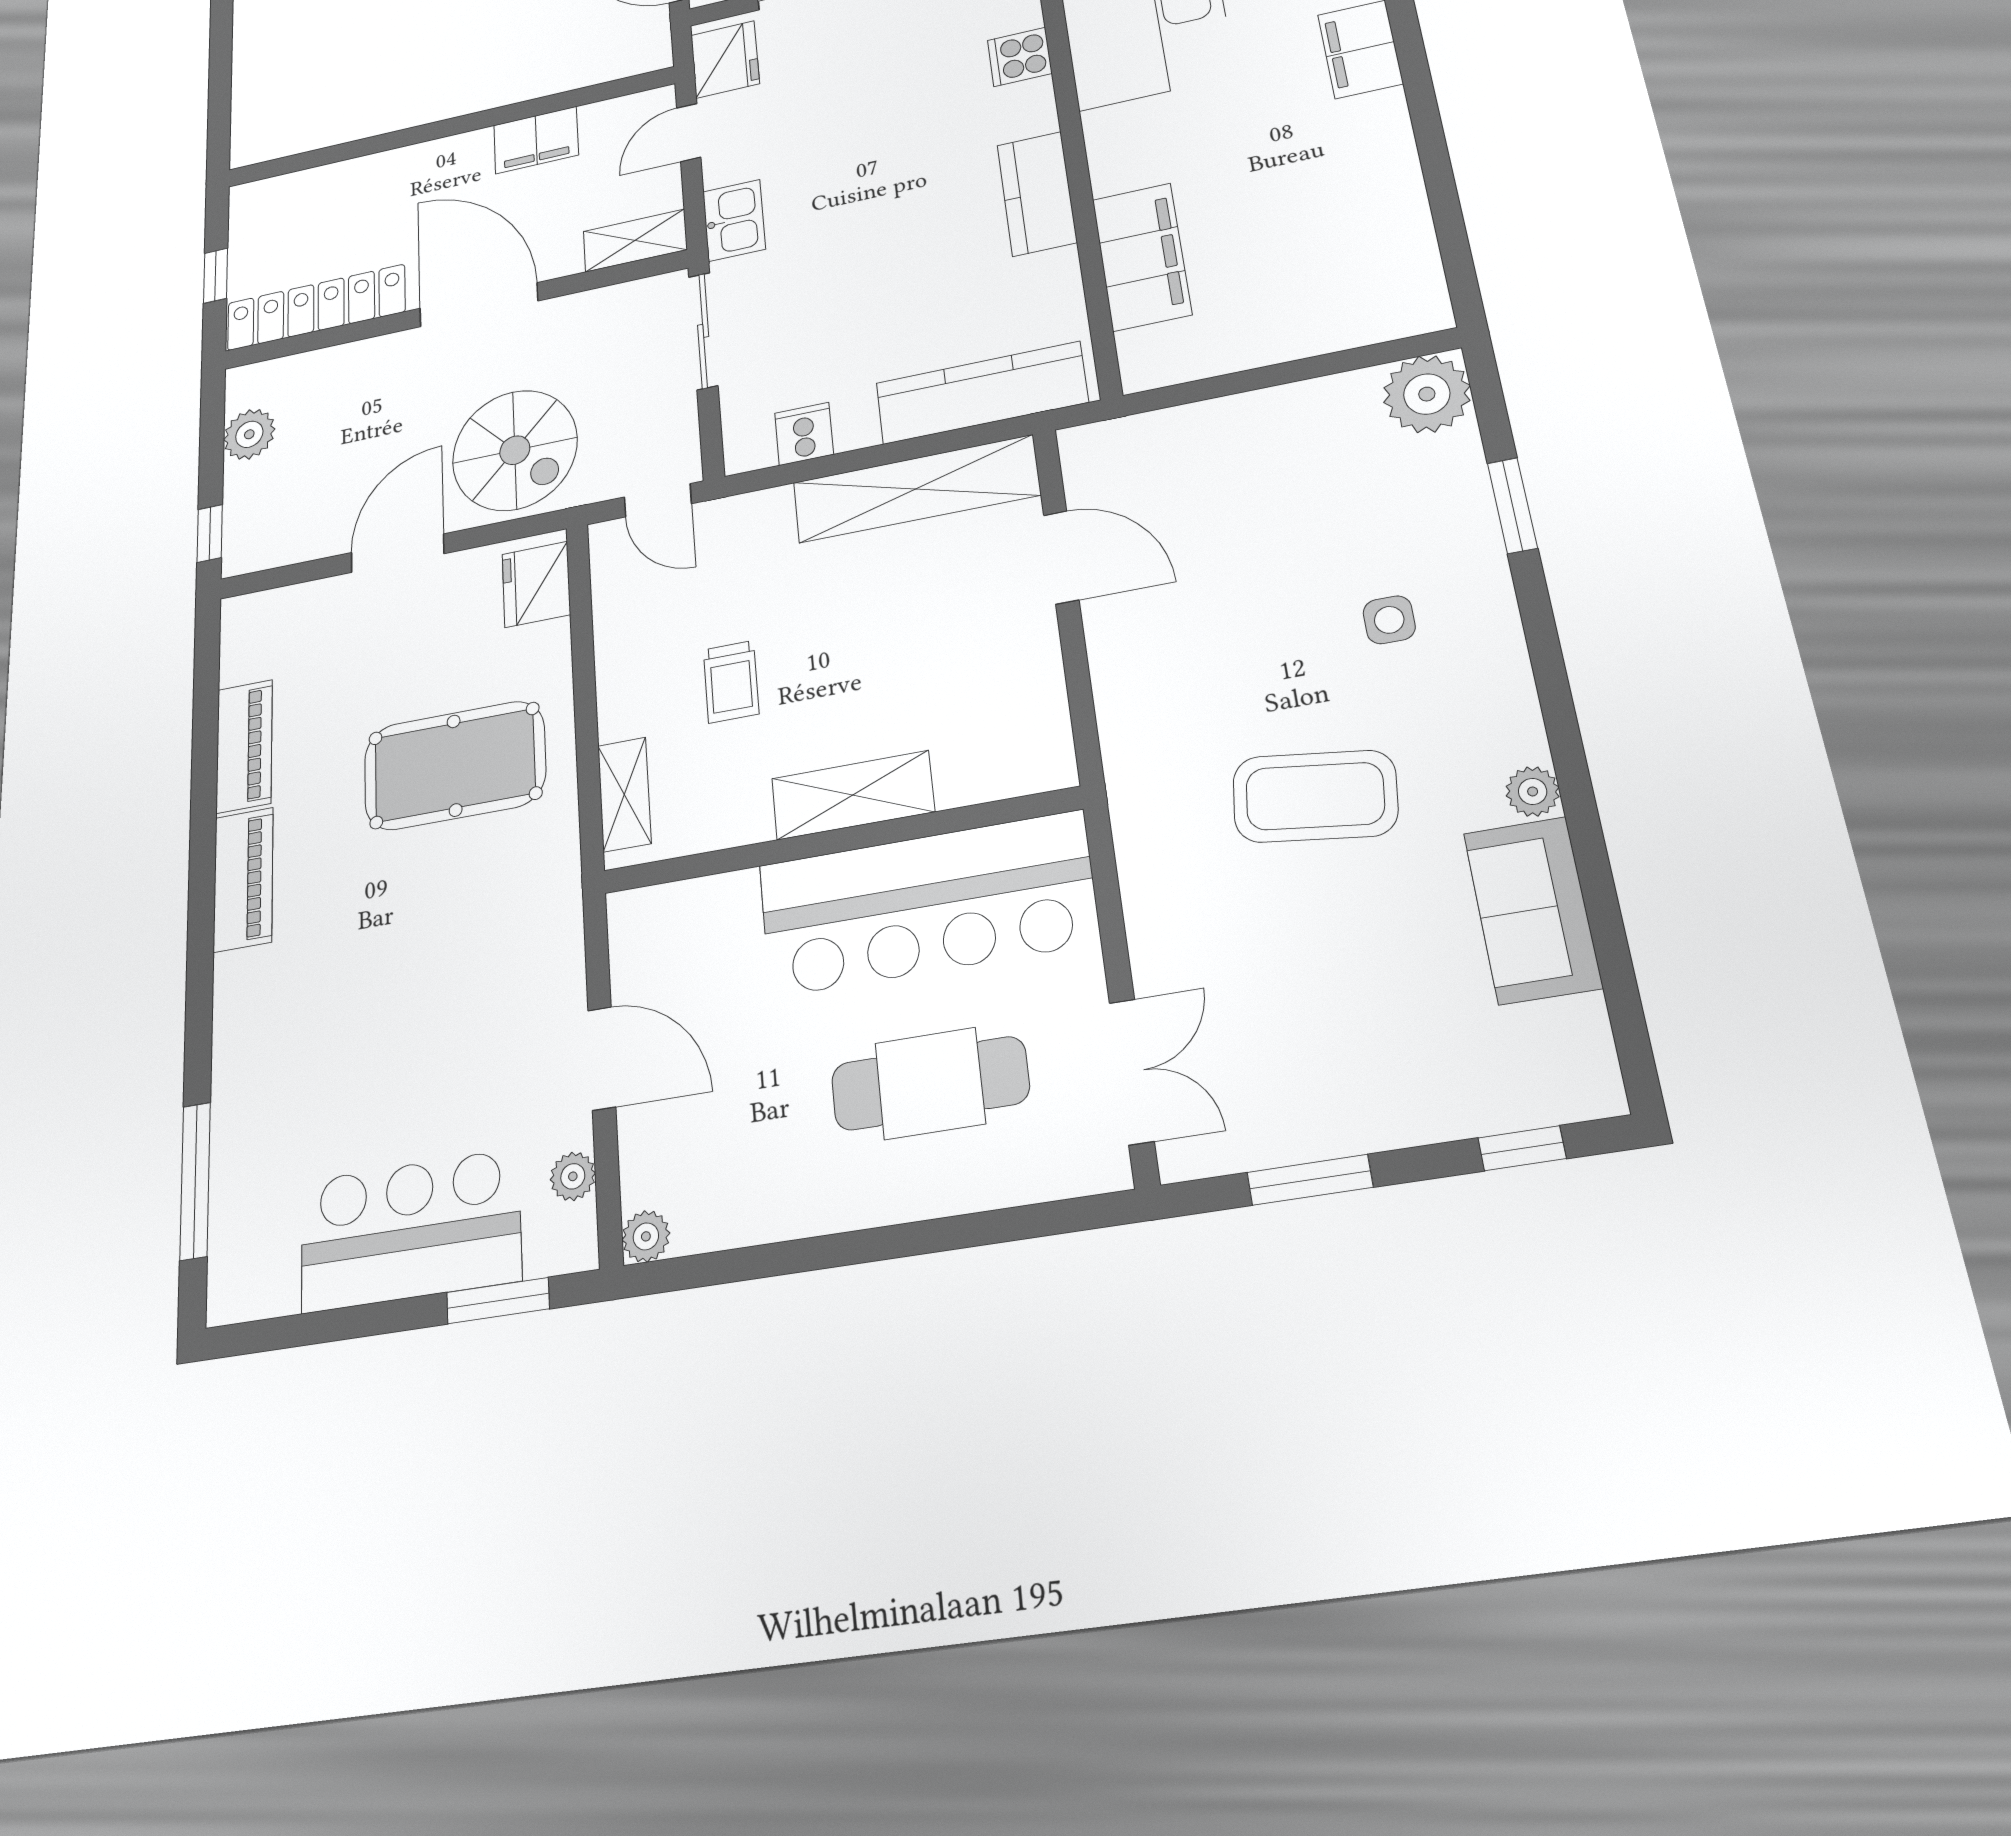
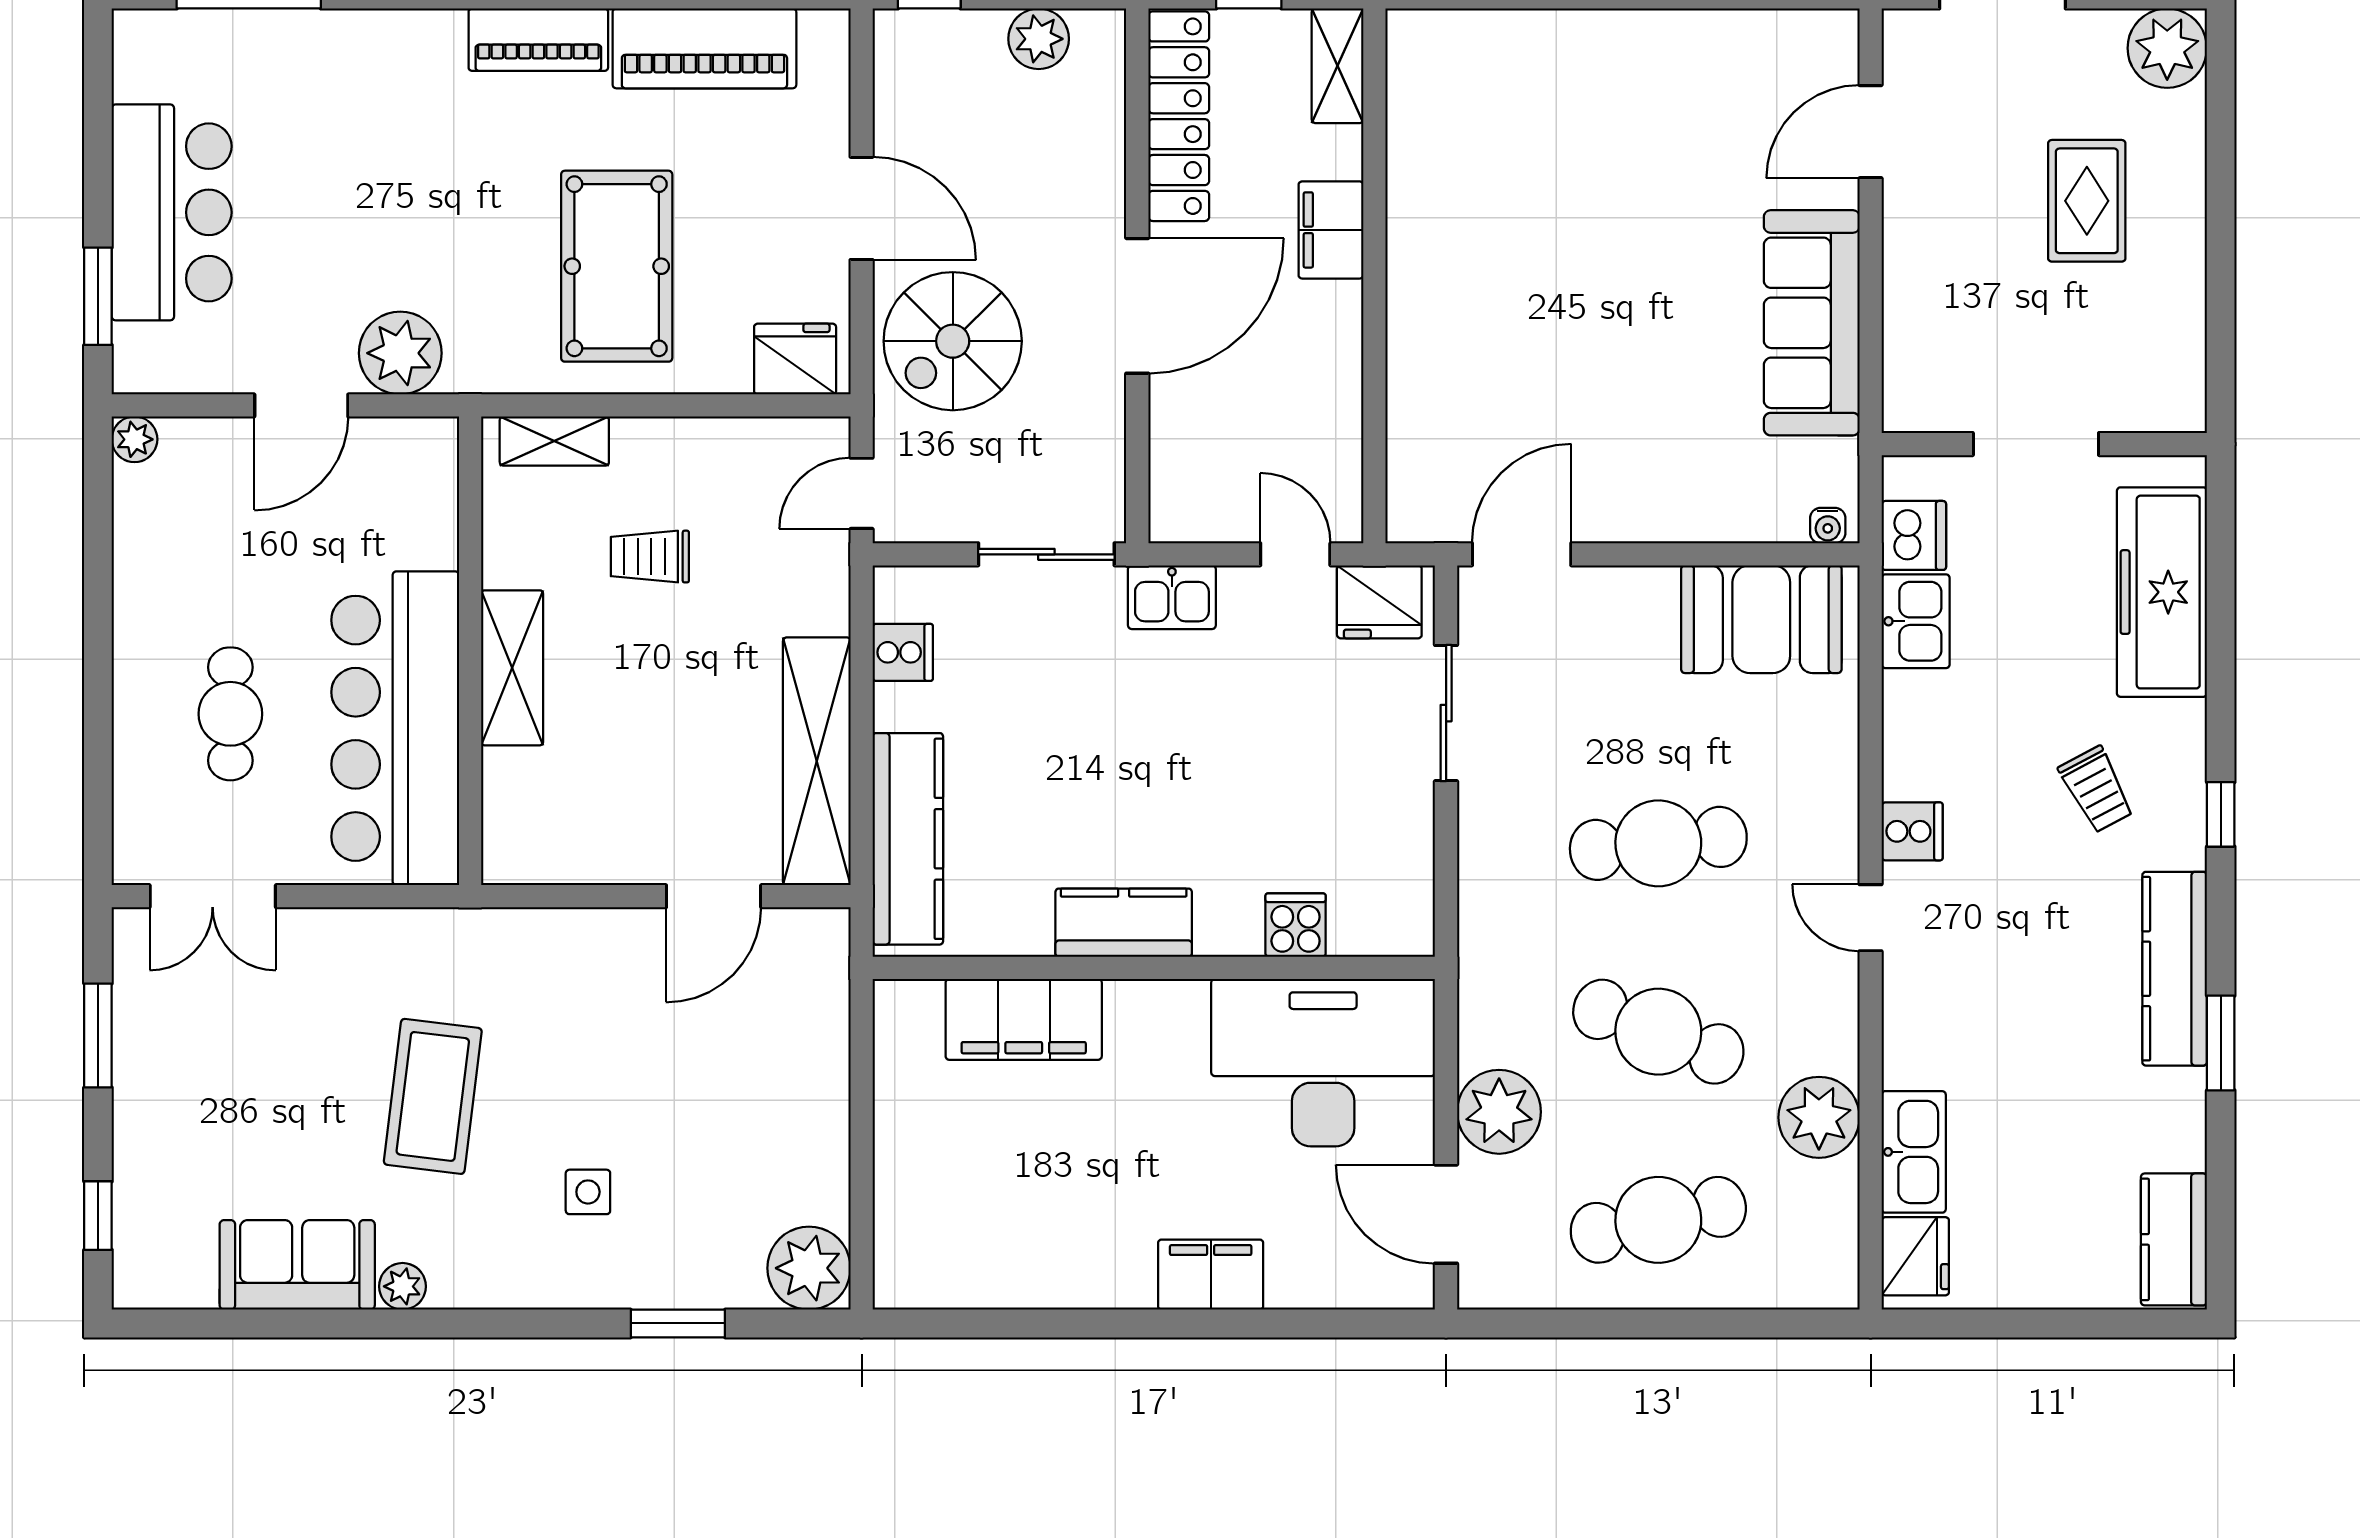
filing cabinet: (536, 140) -> (1331, 230), moved
shelving: (635, 241) -> (1338, 66), moved
piano: (244, 746) -> (704, 48), width x1.37, depth x1.33
cafe table: (930, 1083) -> (230, 714), width x0.73, depth x0.74
plant: (573, 1176) -> (400, 353), moved, width x1.87, depth x1.87

